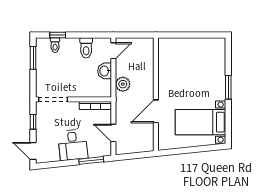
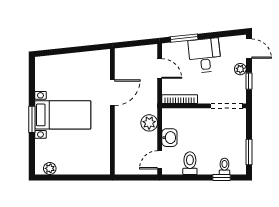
plant: (212, 43) -> (50, 168), added
bed with nightstands: (201, 122) -> (63, 115), moved
plant: (41, 133) -> (240, 69), added

